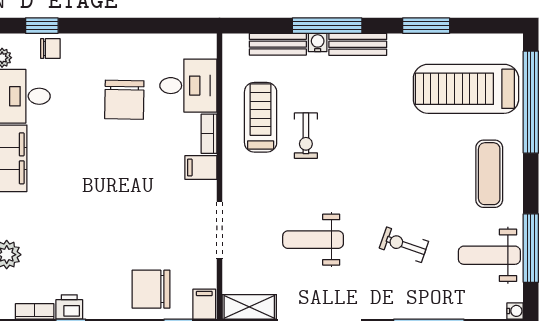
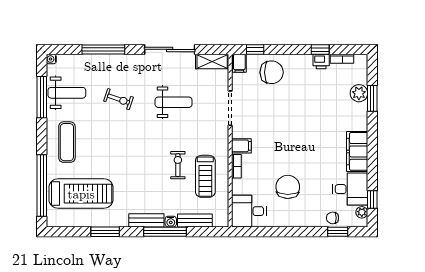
desk: (188, 86) -> (249, 211), moved

